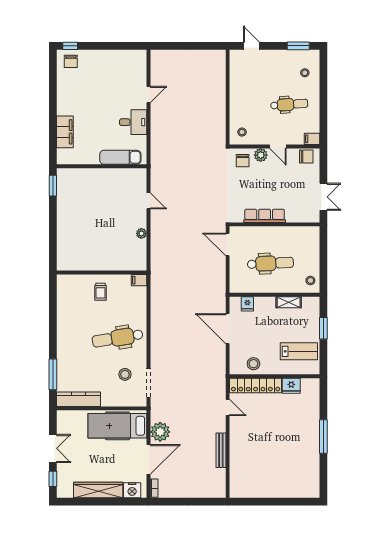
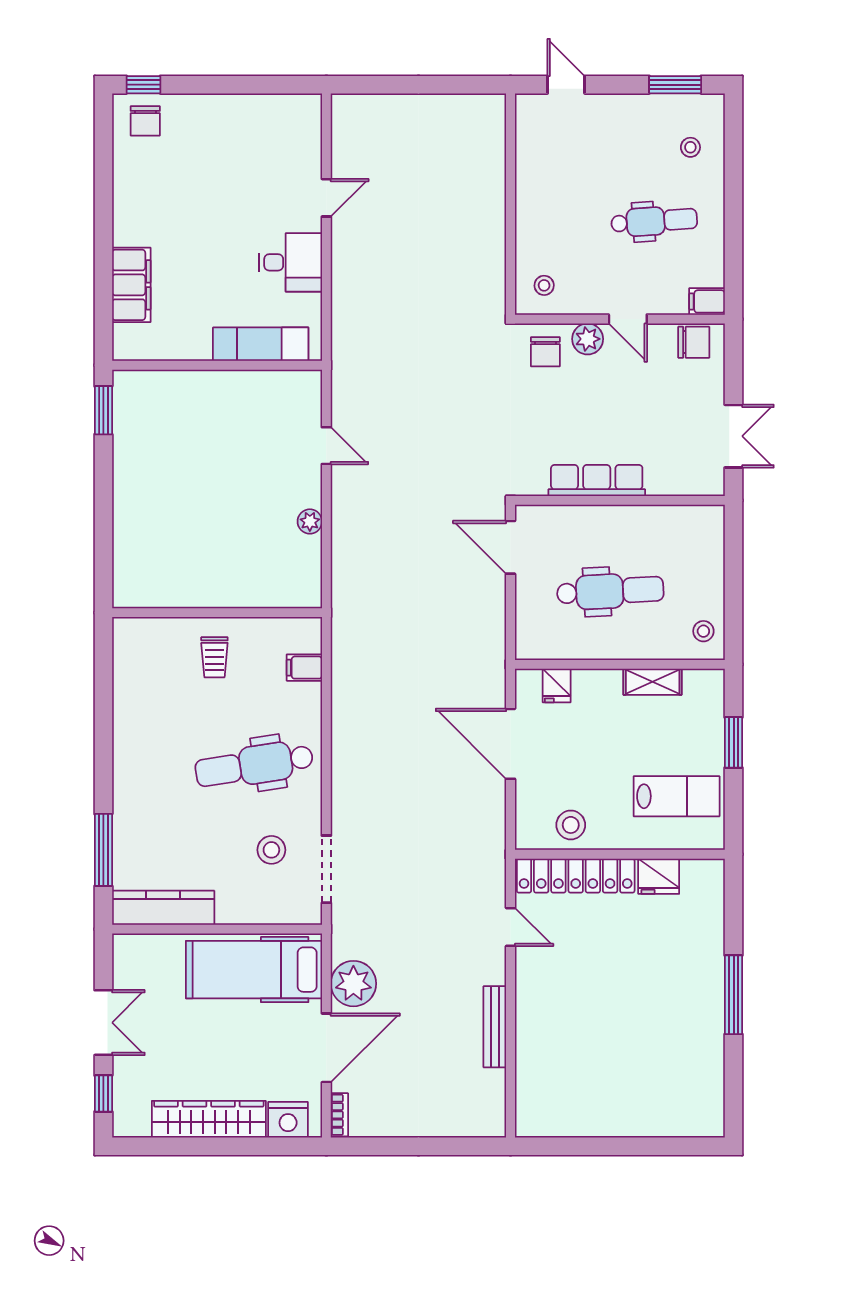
filing cabinet: (139, 280) -> (304, 668), moved

